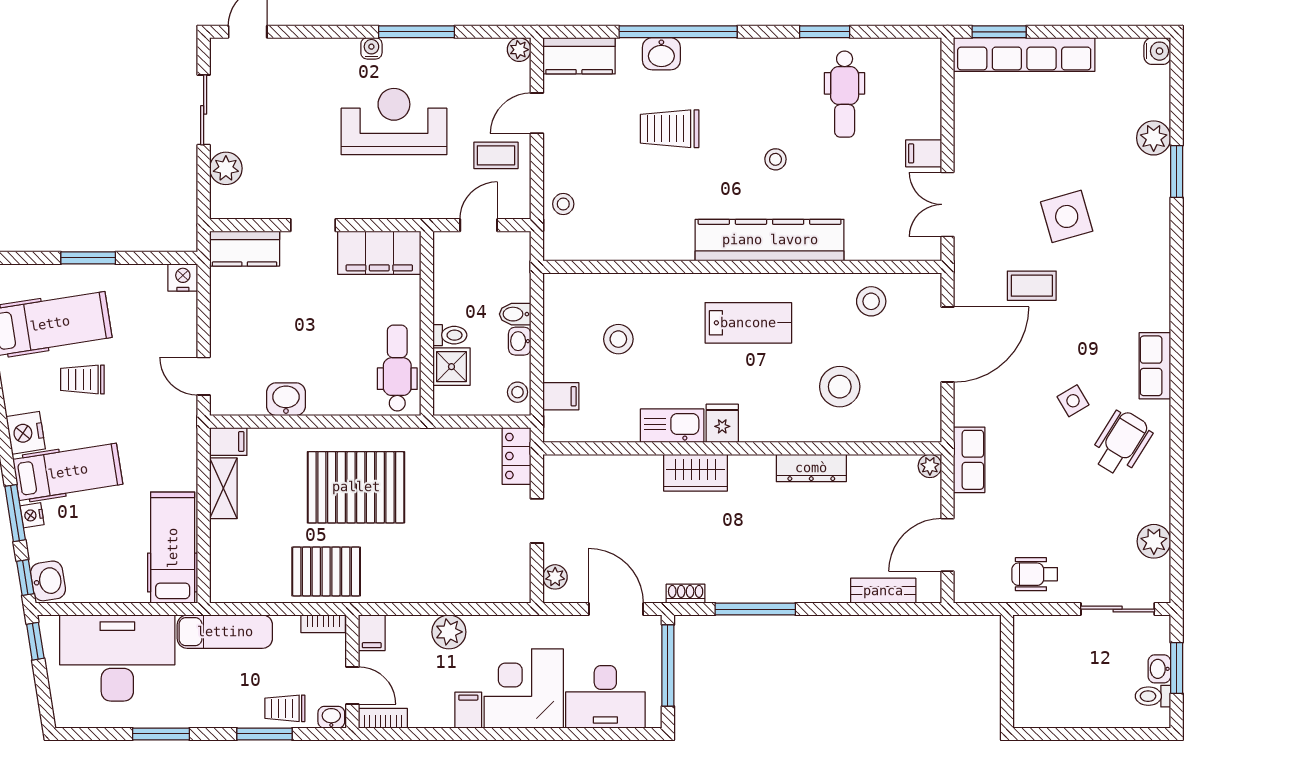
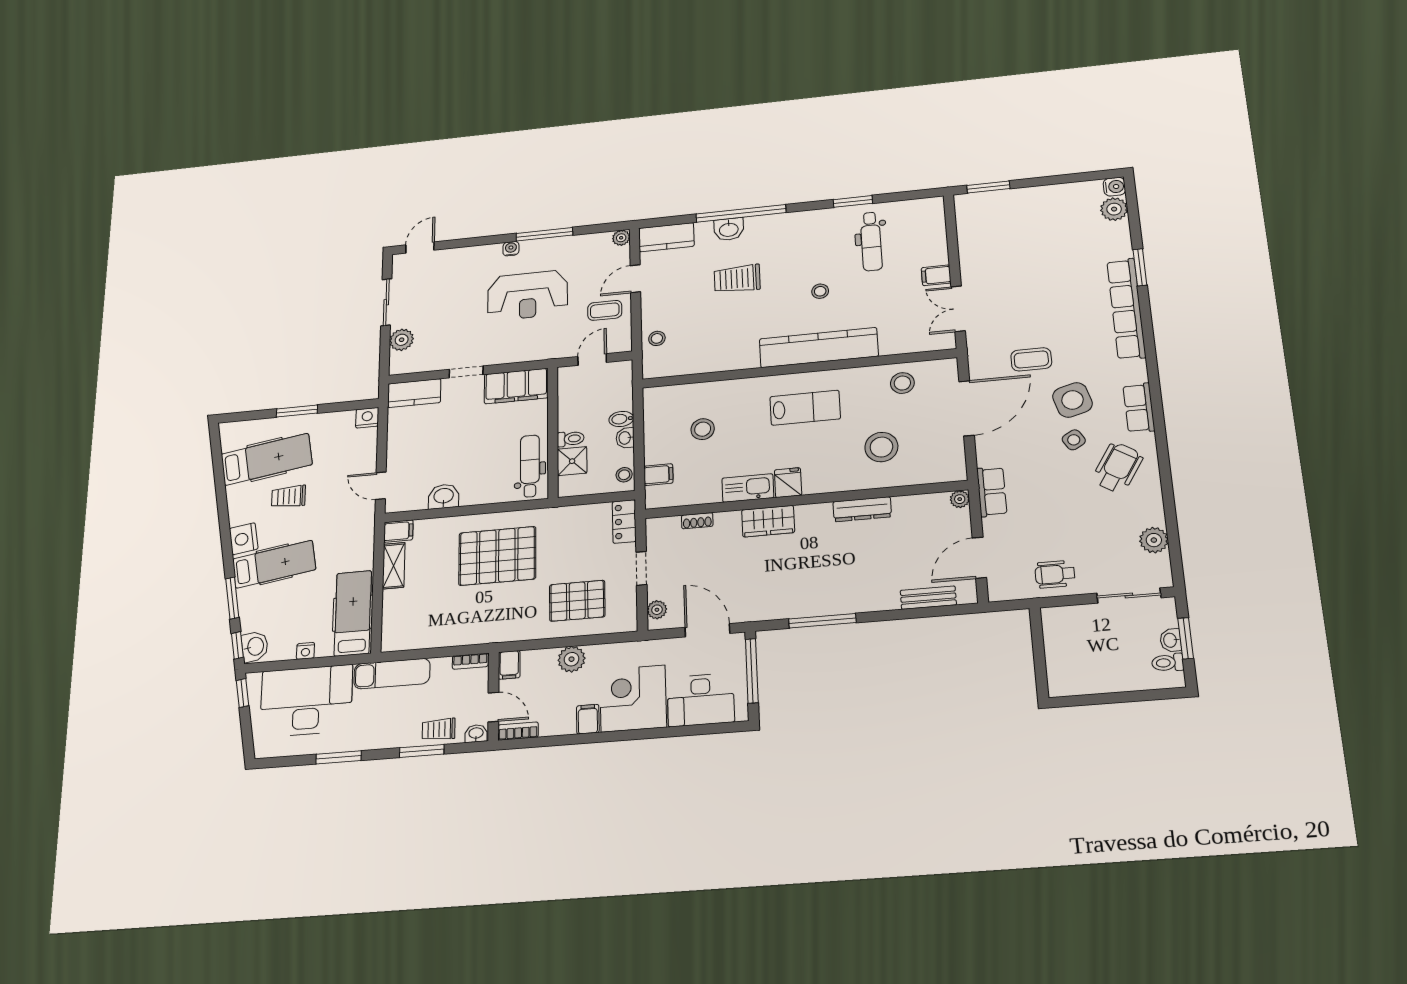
row of seats: (1024, 54) -> (1126, 309), moved, turned 90
reception desk: (394, 122) -> (528, 295), turned 180
plant: (1154, 138) -> (1114, 209), moved
side table: (1067, 216) -> (1072, 400), moved
nightstand: (32, 515) -> (305, 651), moved, turned -81
pallet: (326, 571) -> (577, 601), moved
shoe rack: (686, 594) -> (697, 521), moved, turned 180

